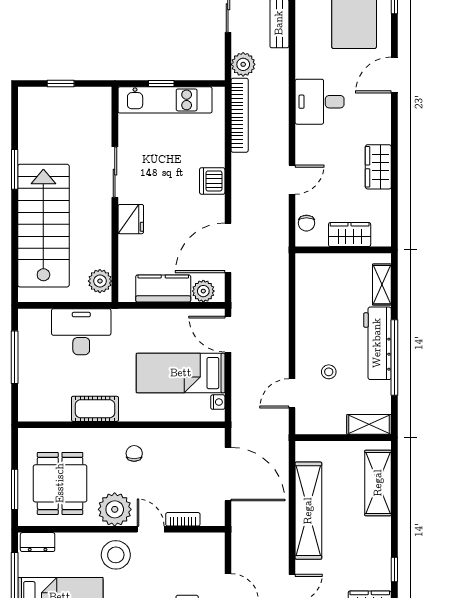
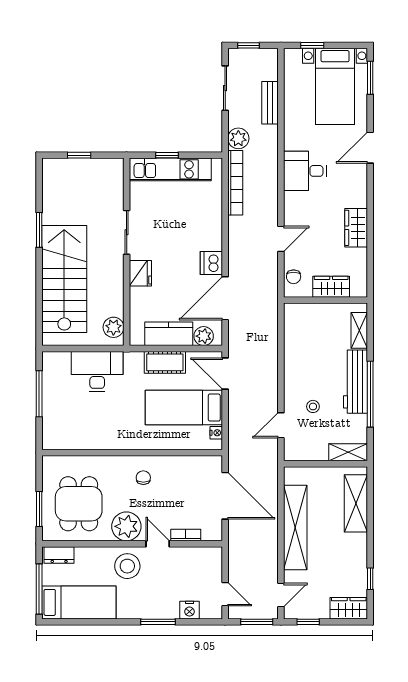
dishwasher: (212, 181) -> (211, 263), moved
cot: (95, 409) -> (165, 362), moved

